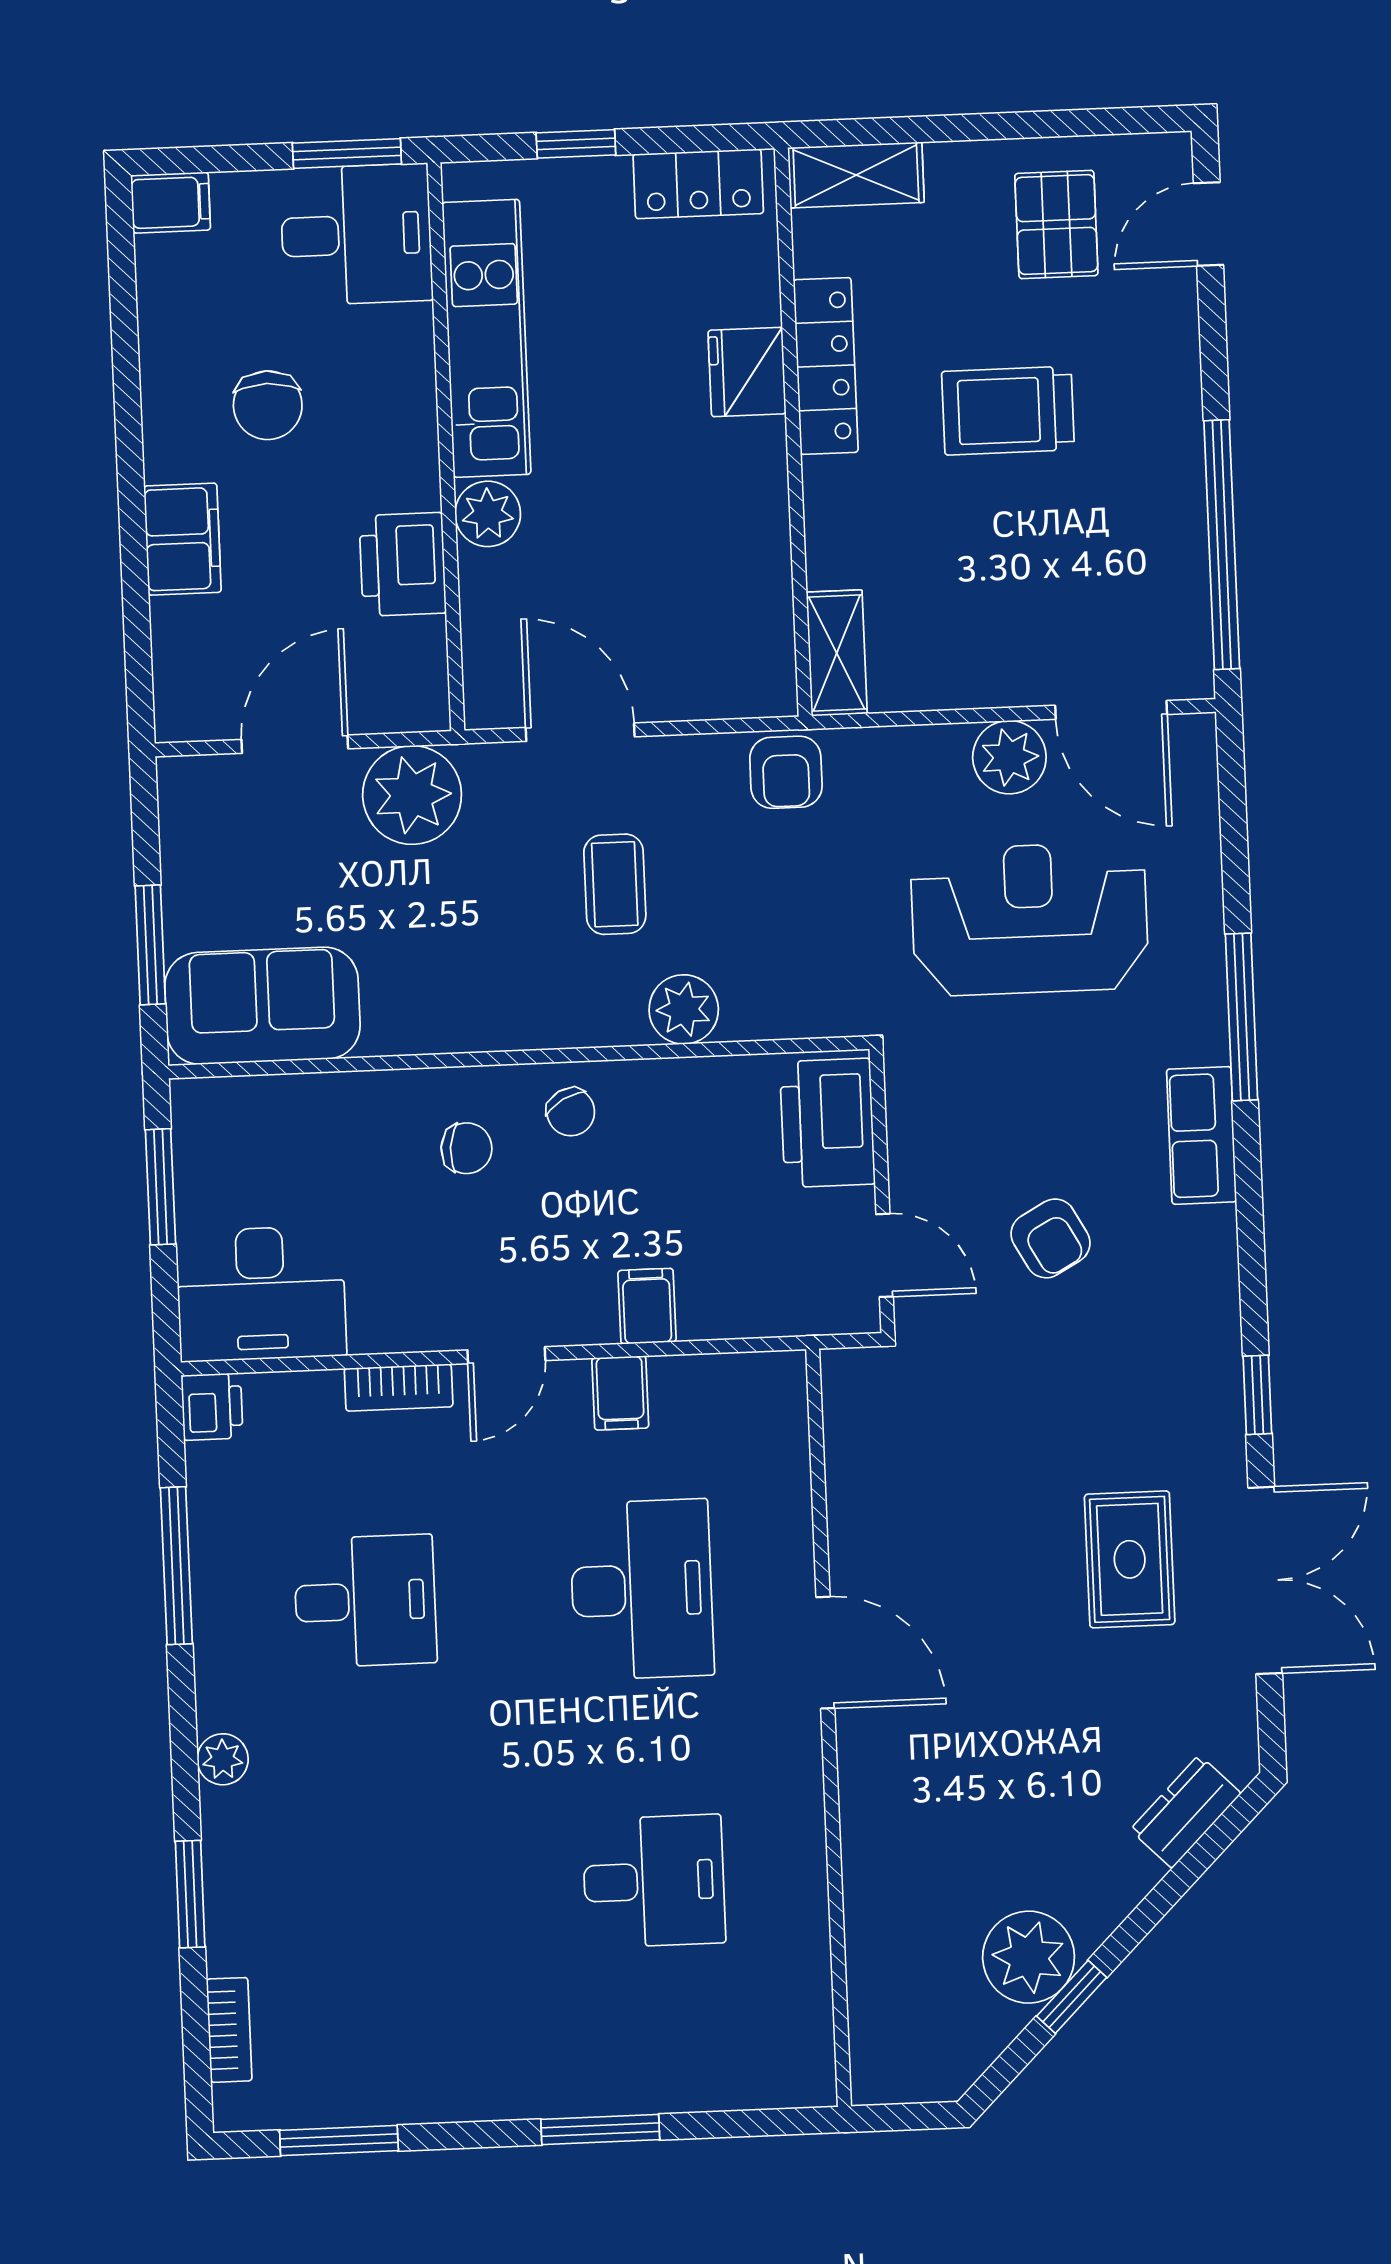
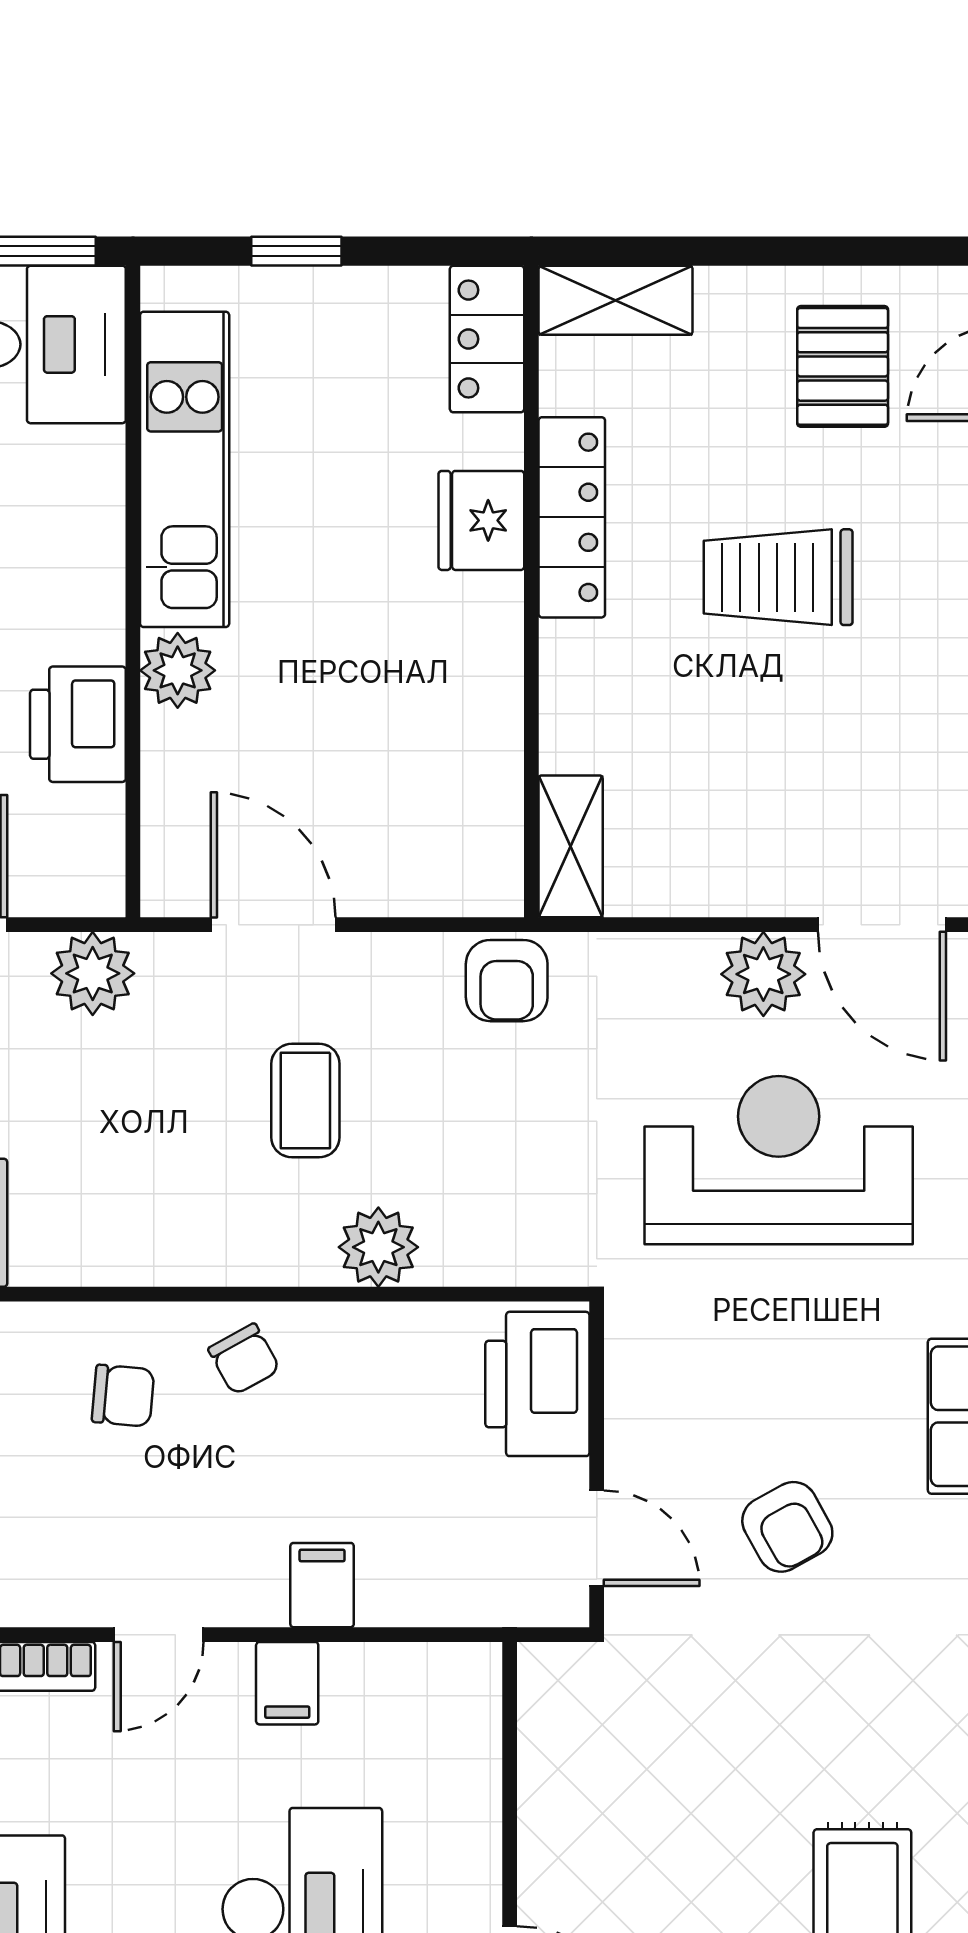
locker: (698, 184) -> (487, 339), moved, turned 90
plant: (412, 795) -> (93, 973), width x0.73, depth x0.73

